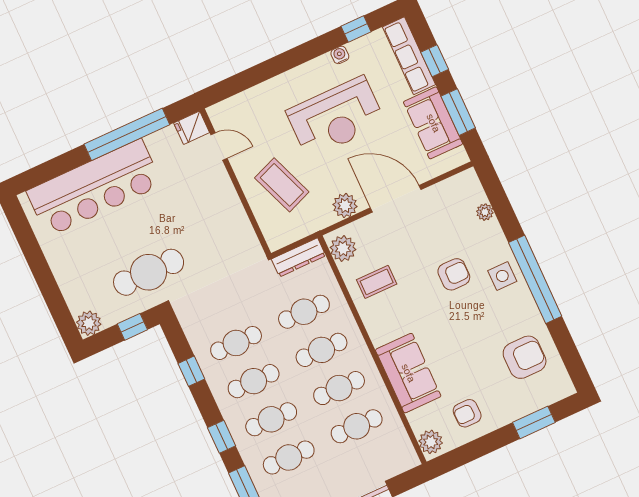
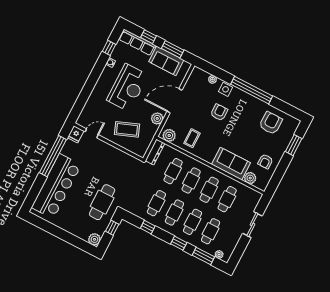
side table: (502, 276) -> (226, 89), moved
plant: (431, 442) -> (250, 178), moved

